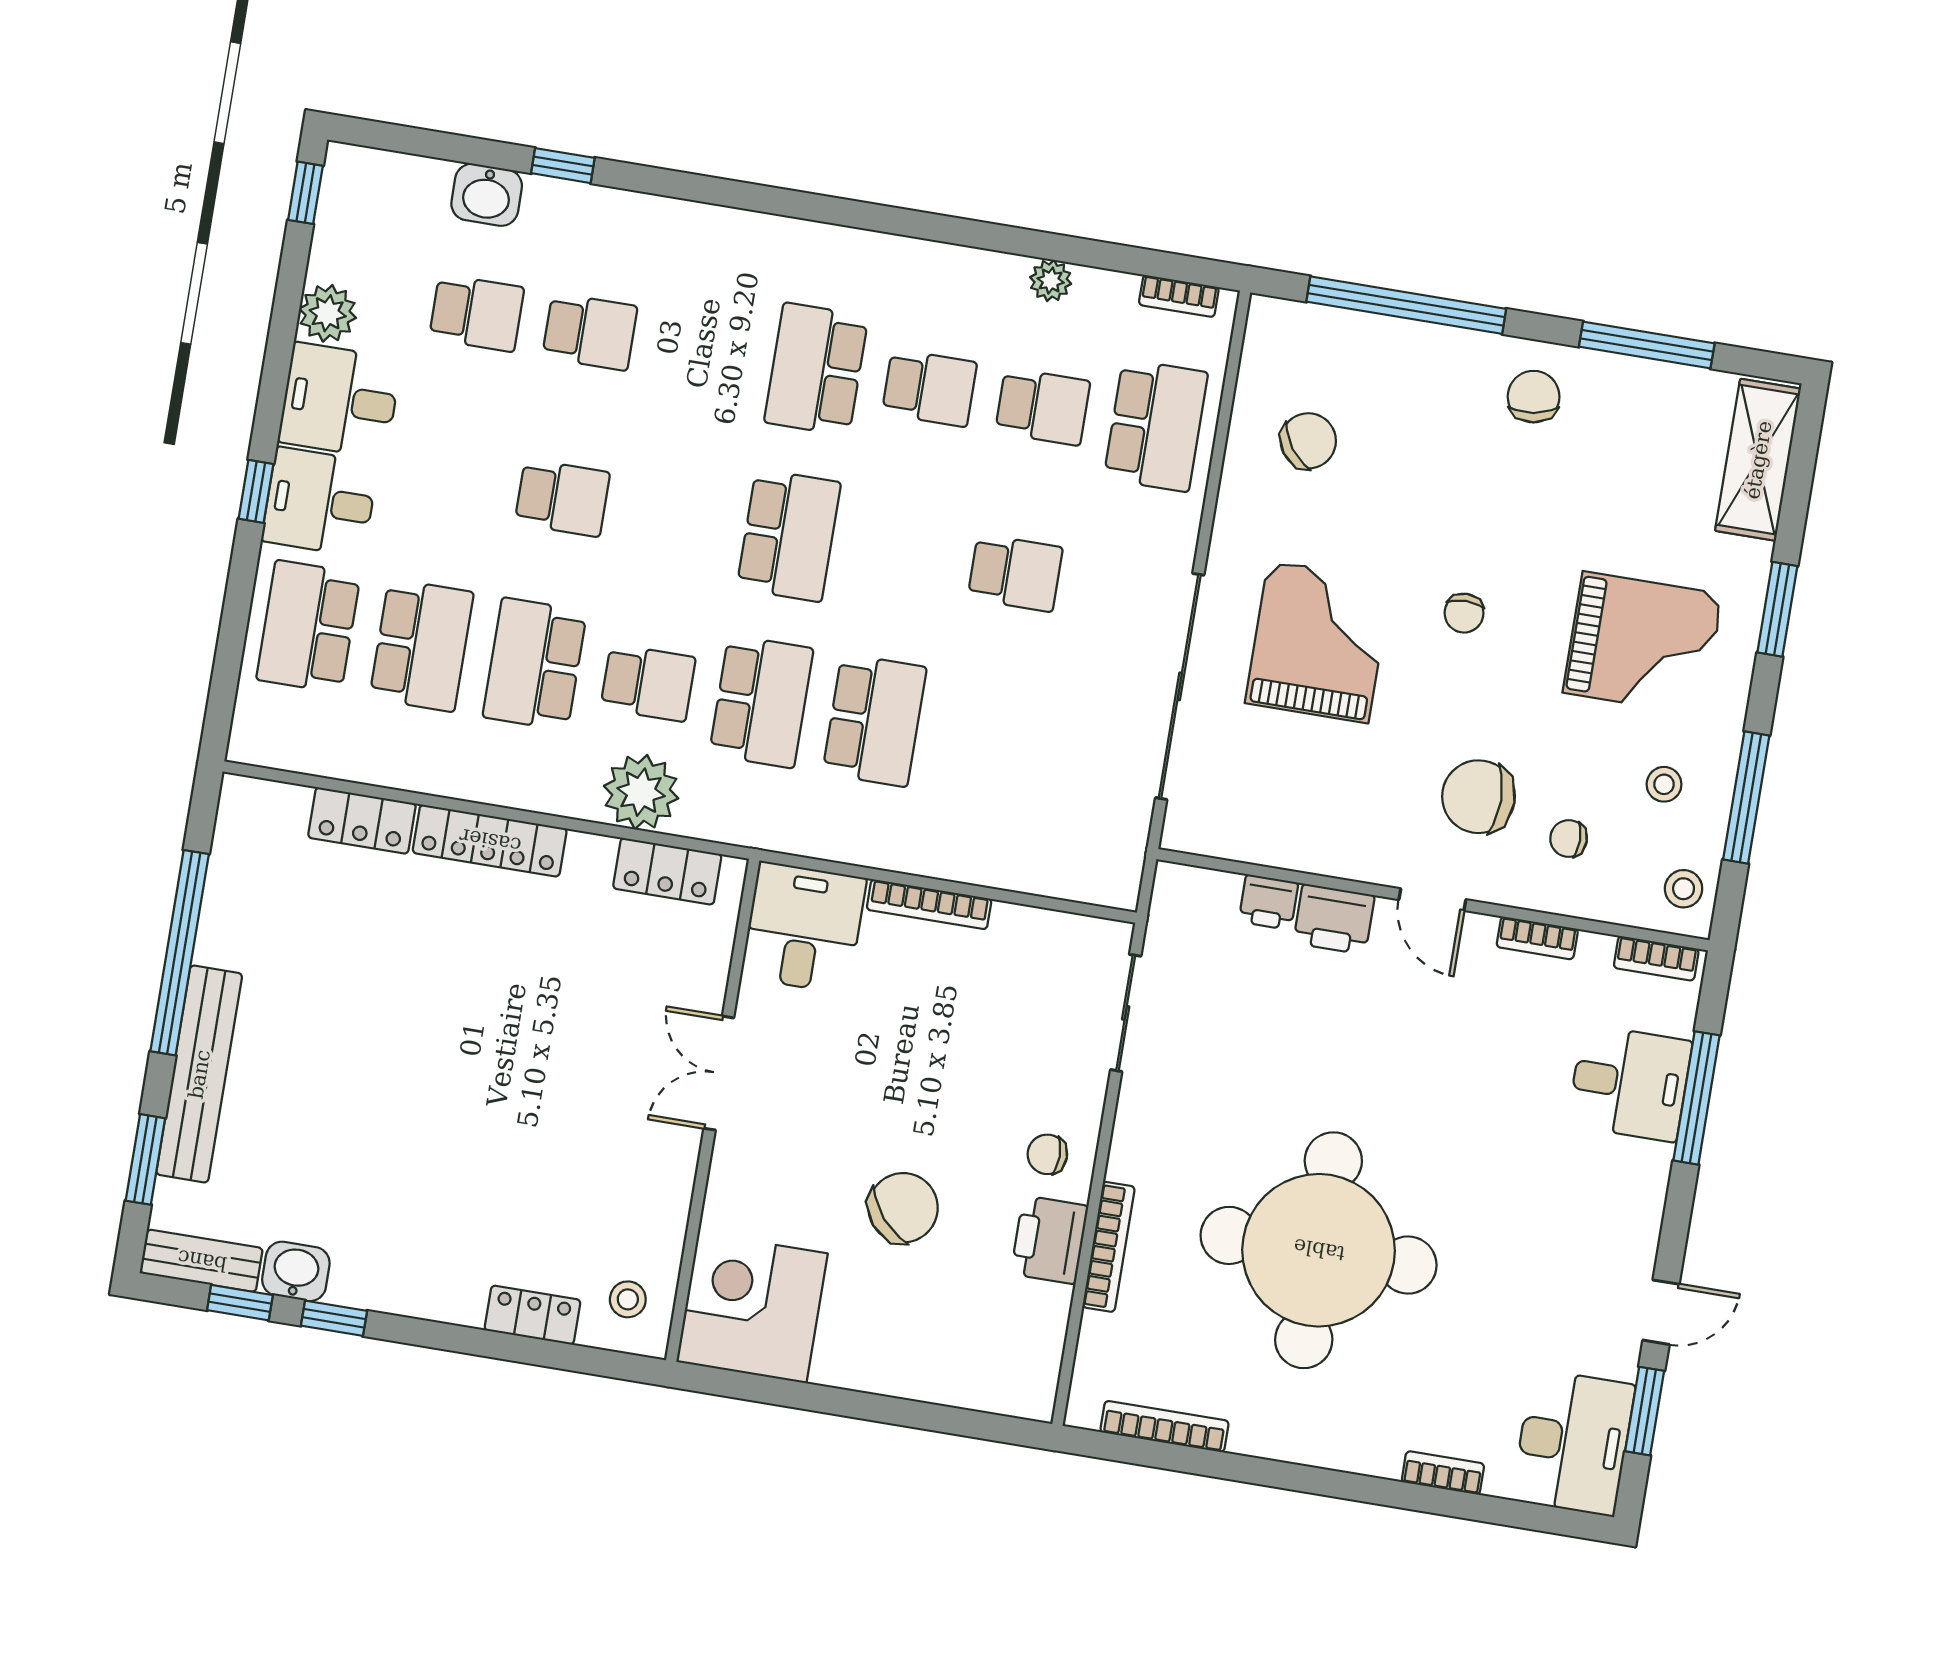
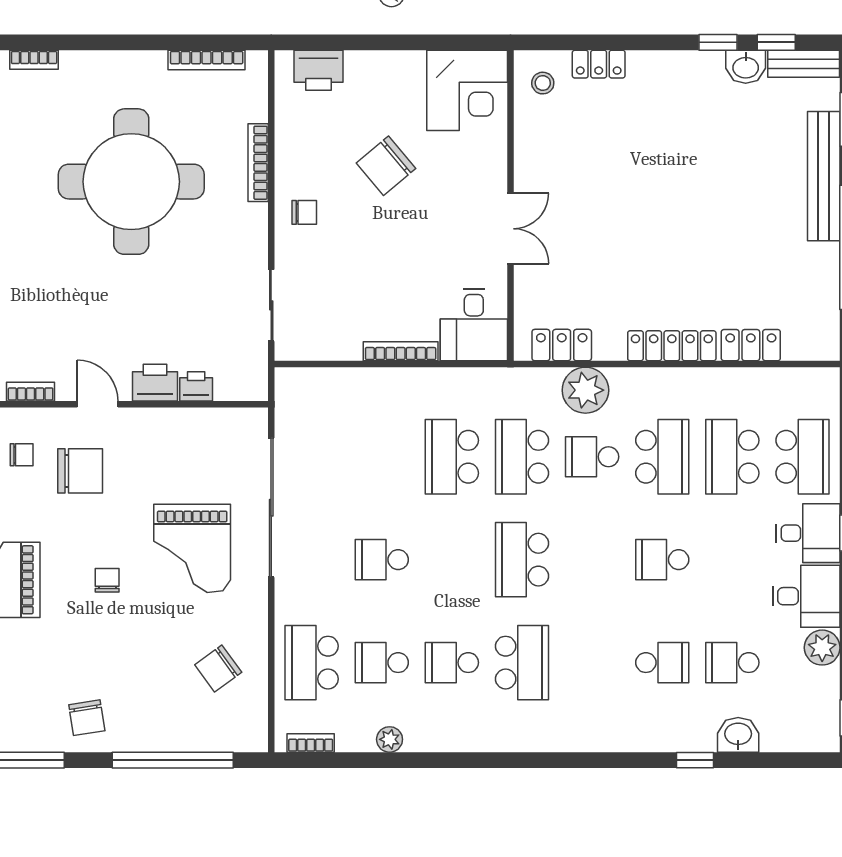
school desk: (590, 332) -> (662, 663), turned 180
printer: (1049, 1240) -> (319, 70), moved, turned 90

